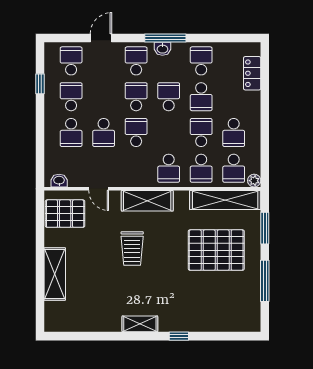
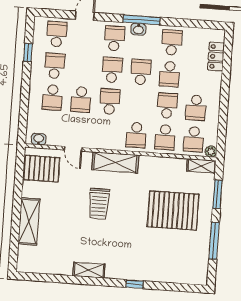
shelving: (225, 200) -> (201, 166), width x0.45, depth x0.75
shelving: (140, 324) -> (89, 270), moved

